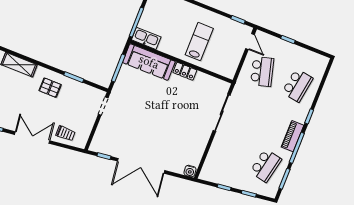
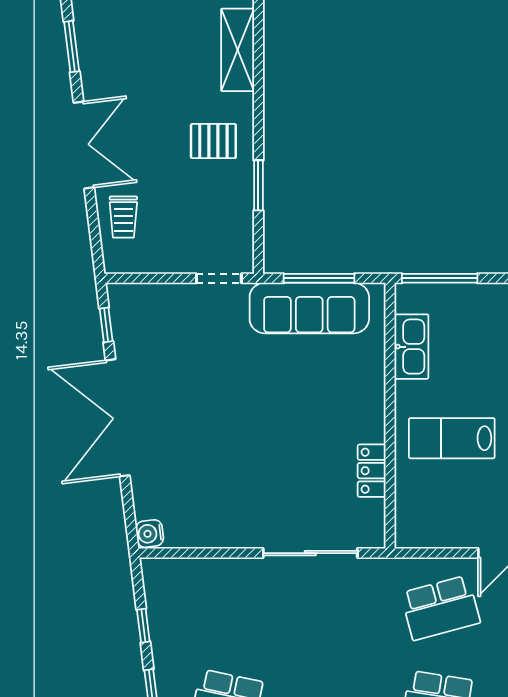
kitchen sink: (146, 38) -> (411, 347), moved
lab bench: (199, 42) -> (452, 438), turned 180
sofa: (149, 62) -> (309, 308), moved, turned -90
locker: (185, 71) -> (372, 471), moved
pallet: (50, 88) -> (213, 141), turned 90

